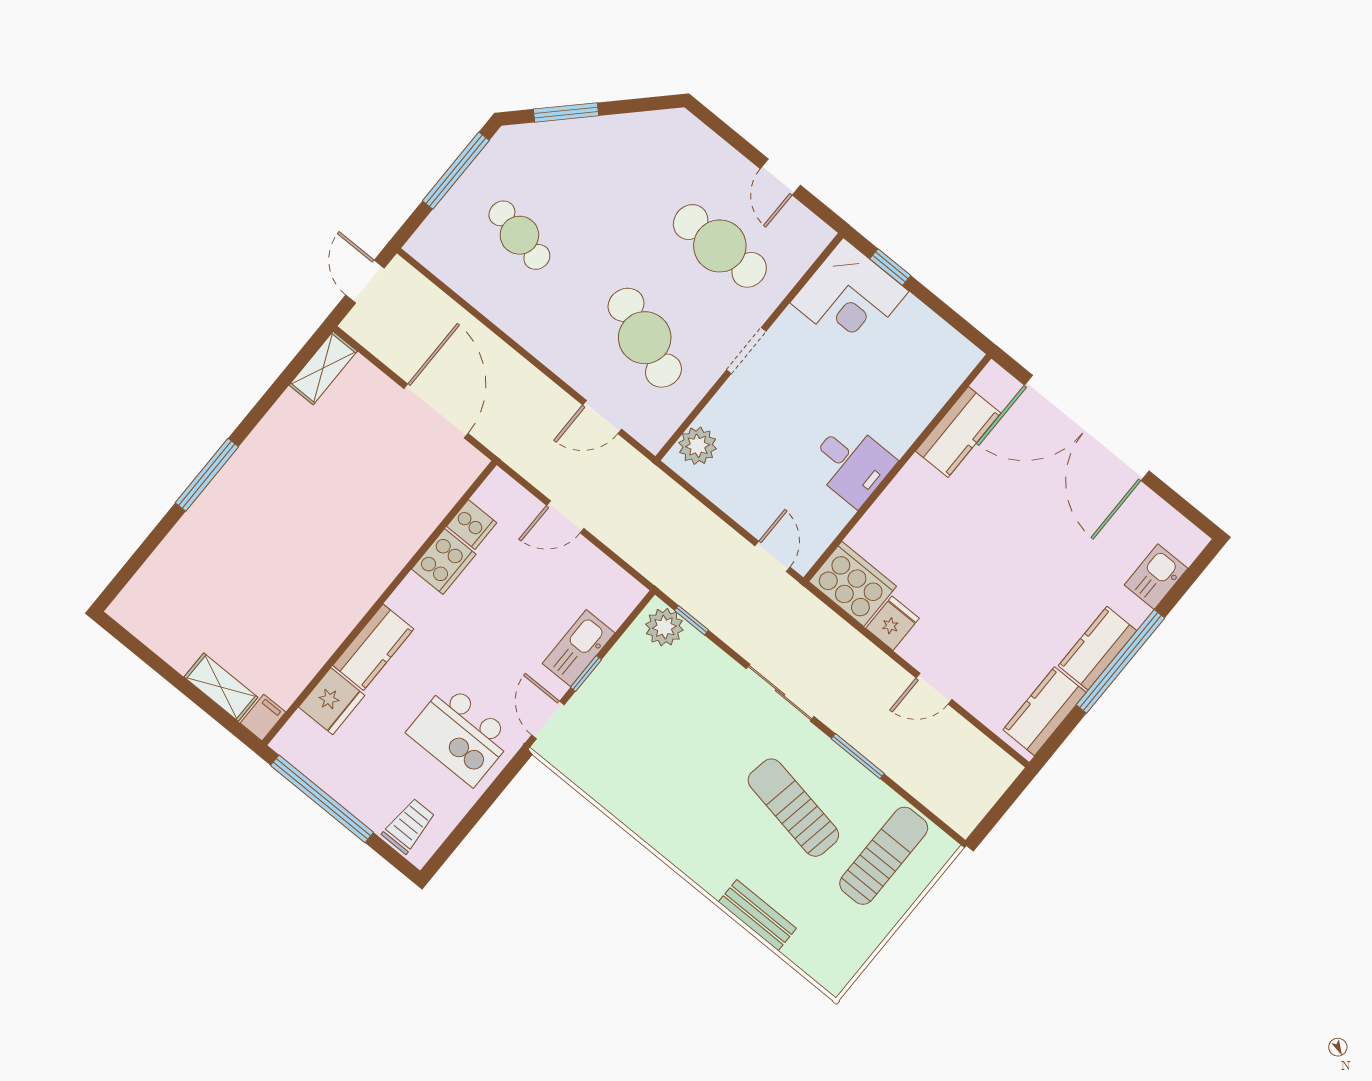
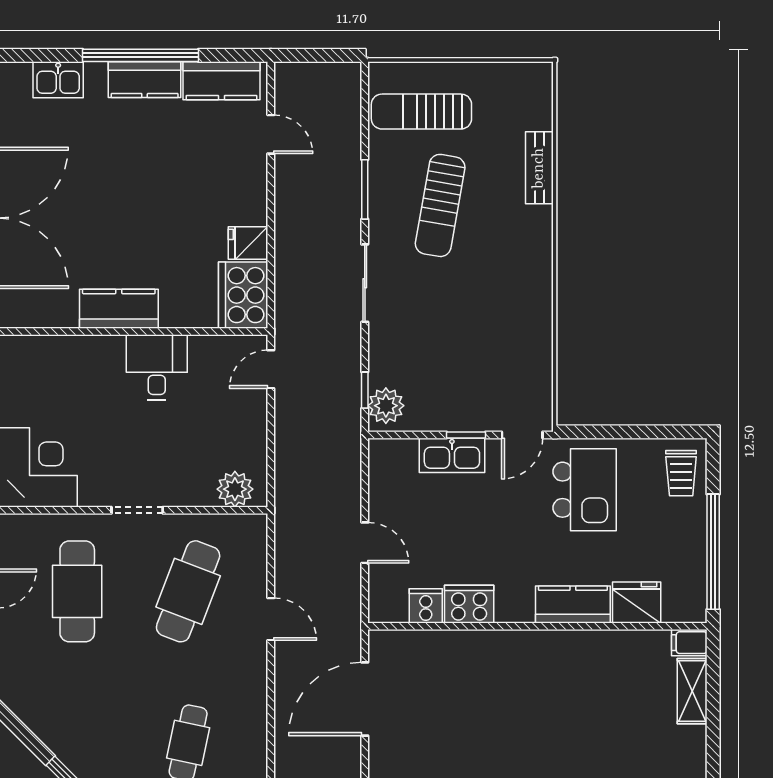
door: (602, 417) -> (271, 619), moved
kitchen counter: (958, 432) -> (119, 309), moved
door: (934, 689) -> (271, 134), moved
trolley: (409, 826) -> (681, 473), turned -90

